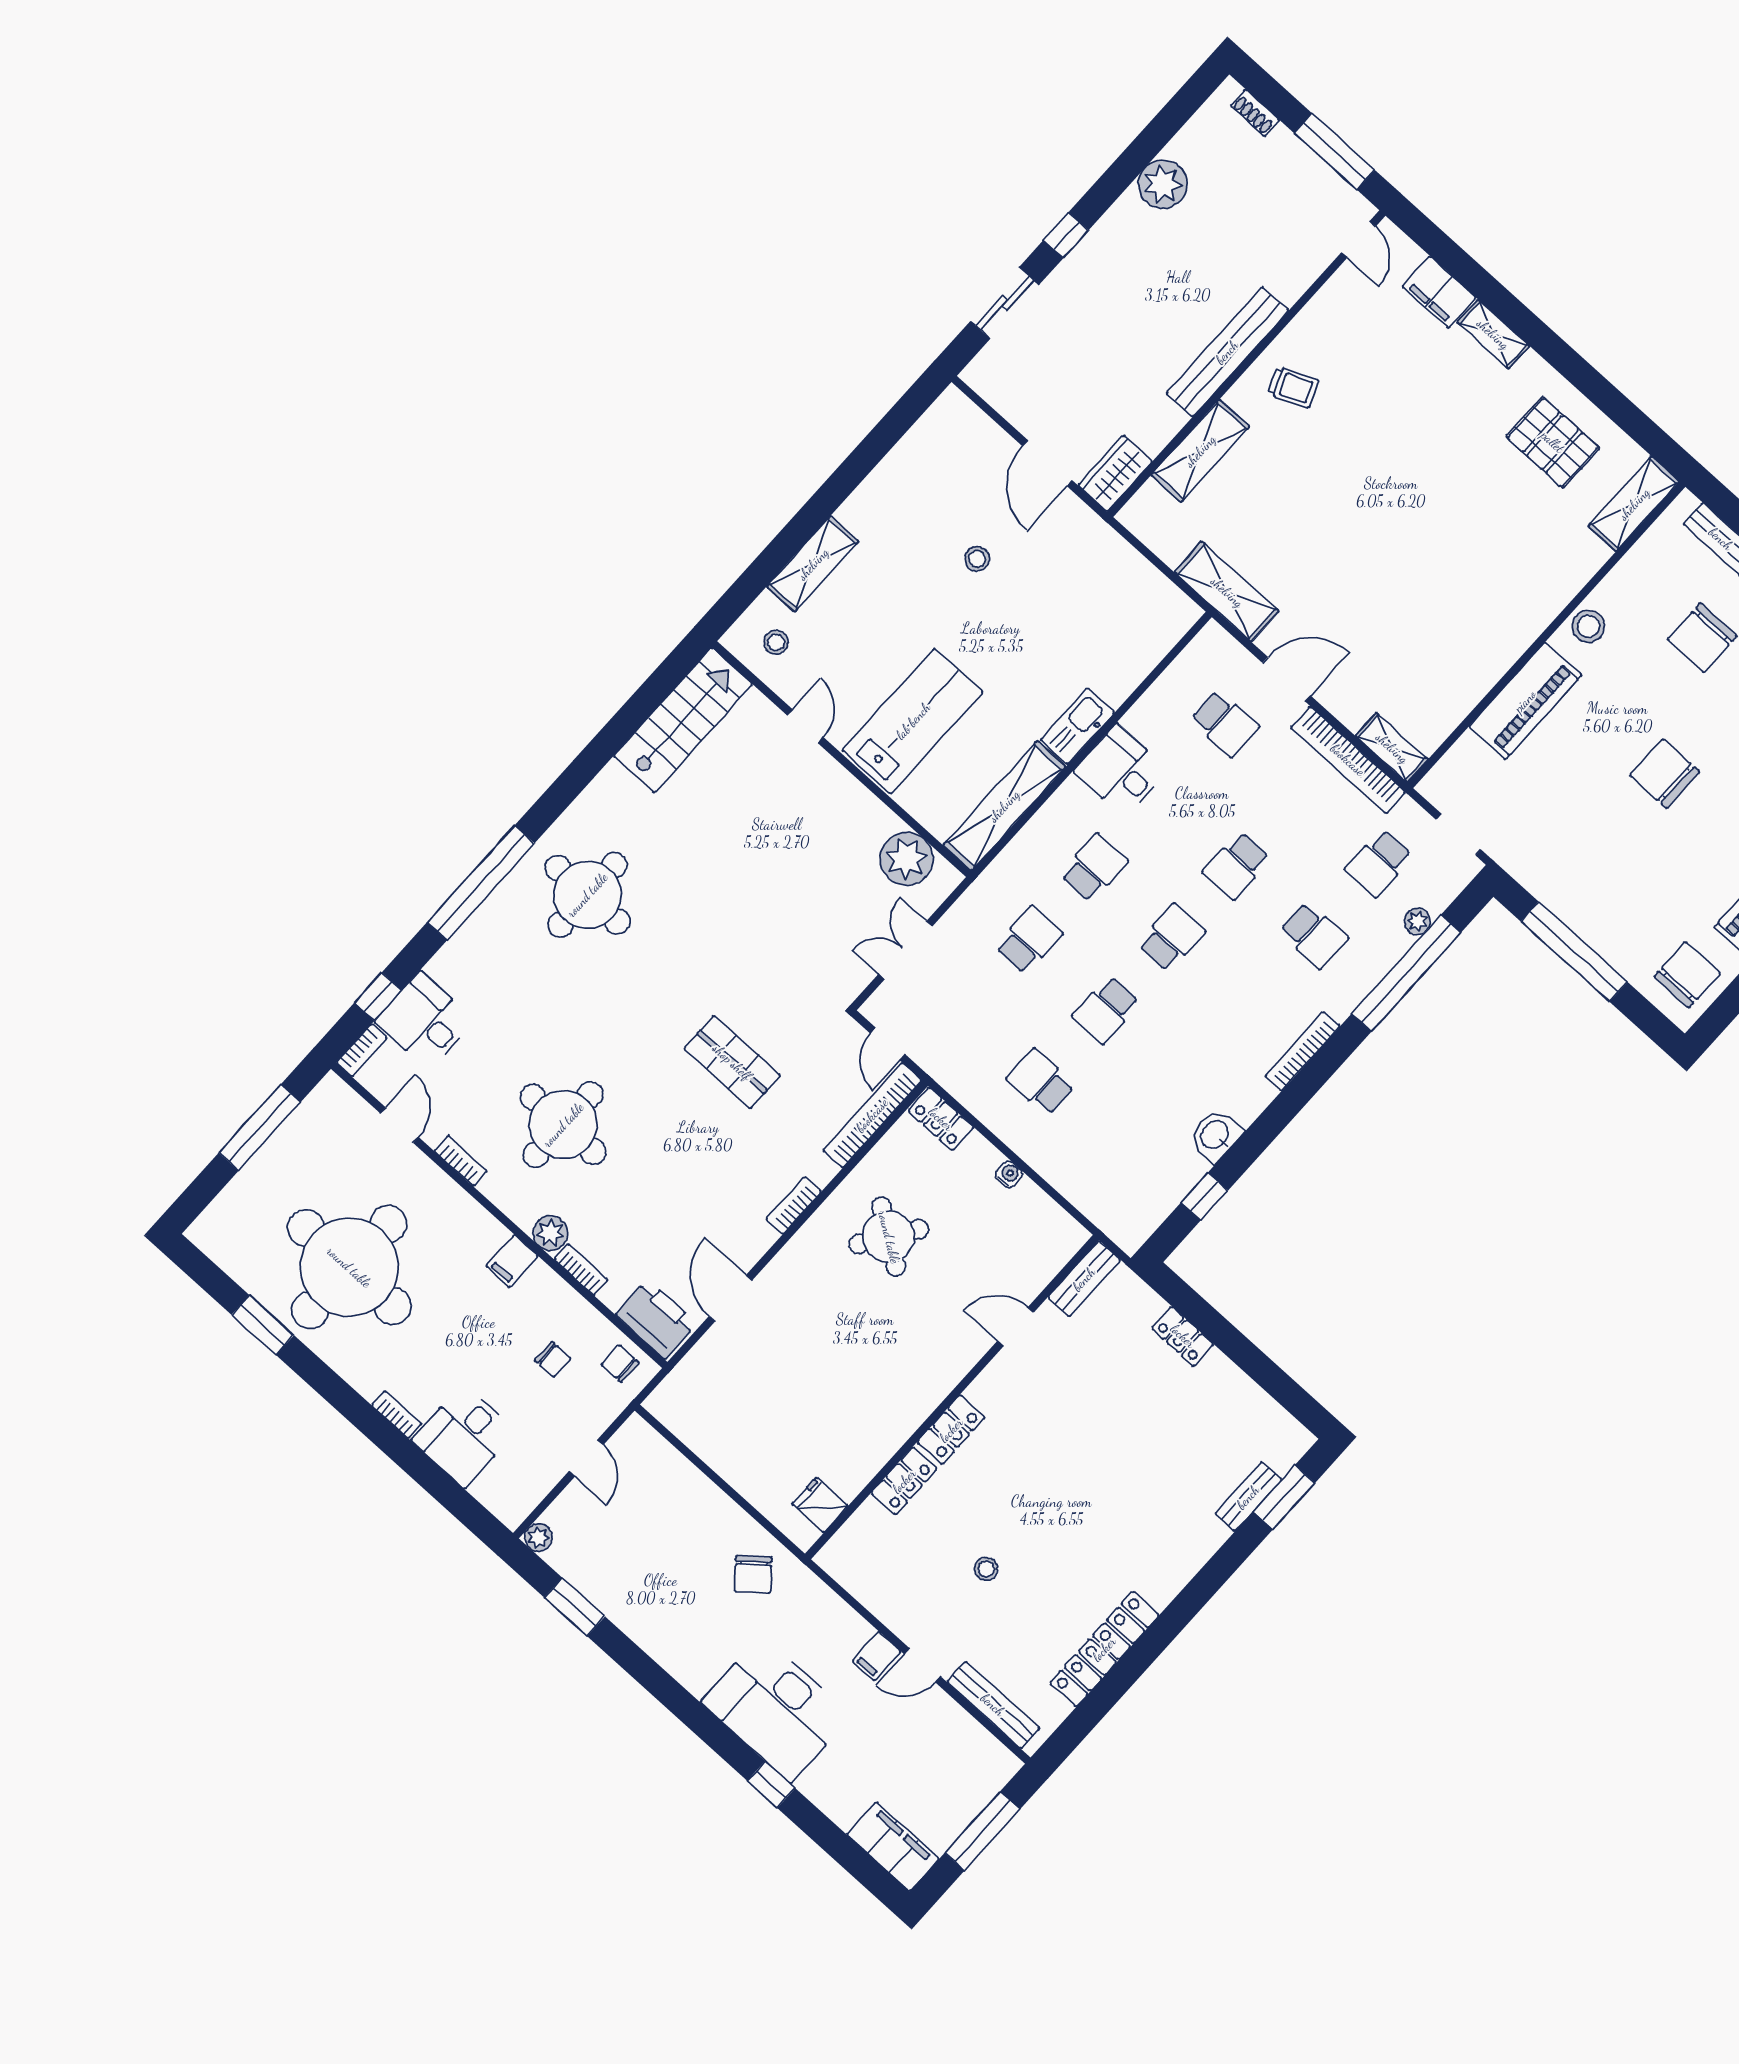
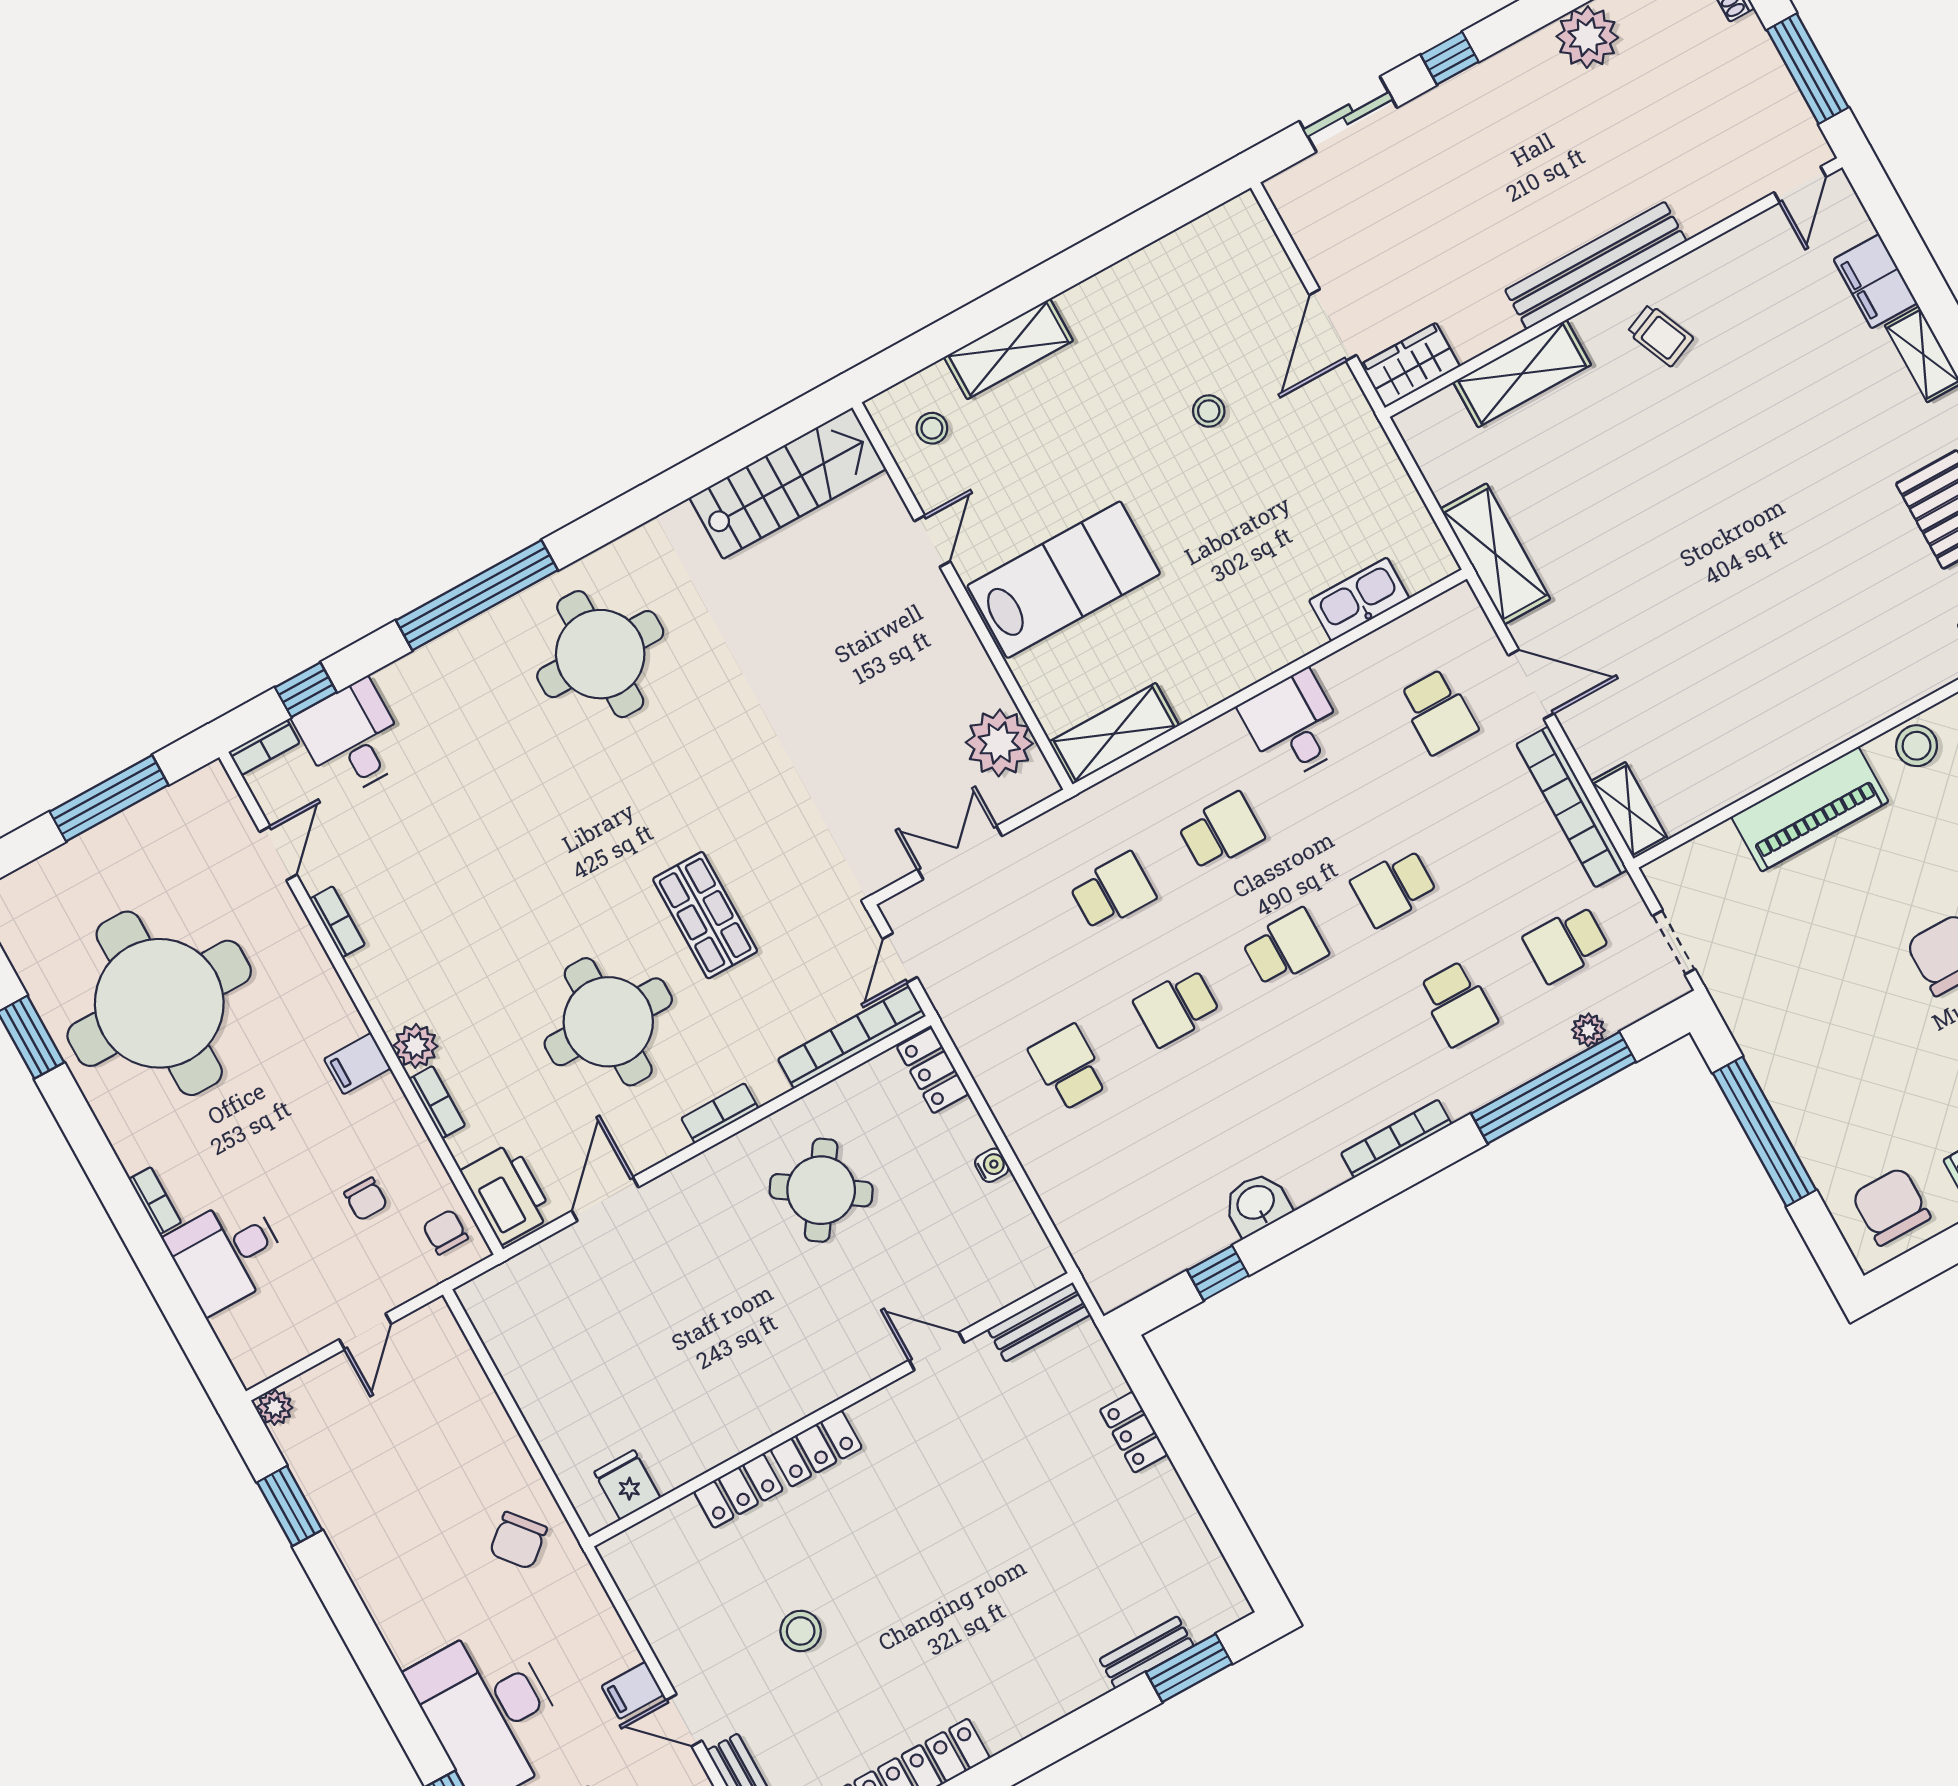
kitchen sink: (1078, 726) -> (1359, 599), moved
shelving: (1004, 806) -> (1114, 734), width x0.68
chair: (1687, 975) -> (1891, 1206), turned -90
round table: (563, 1125) -> (608, 1022), moved
stool: (986, 1569) -> (801, 1631), width x1.37, depth x1.37

